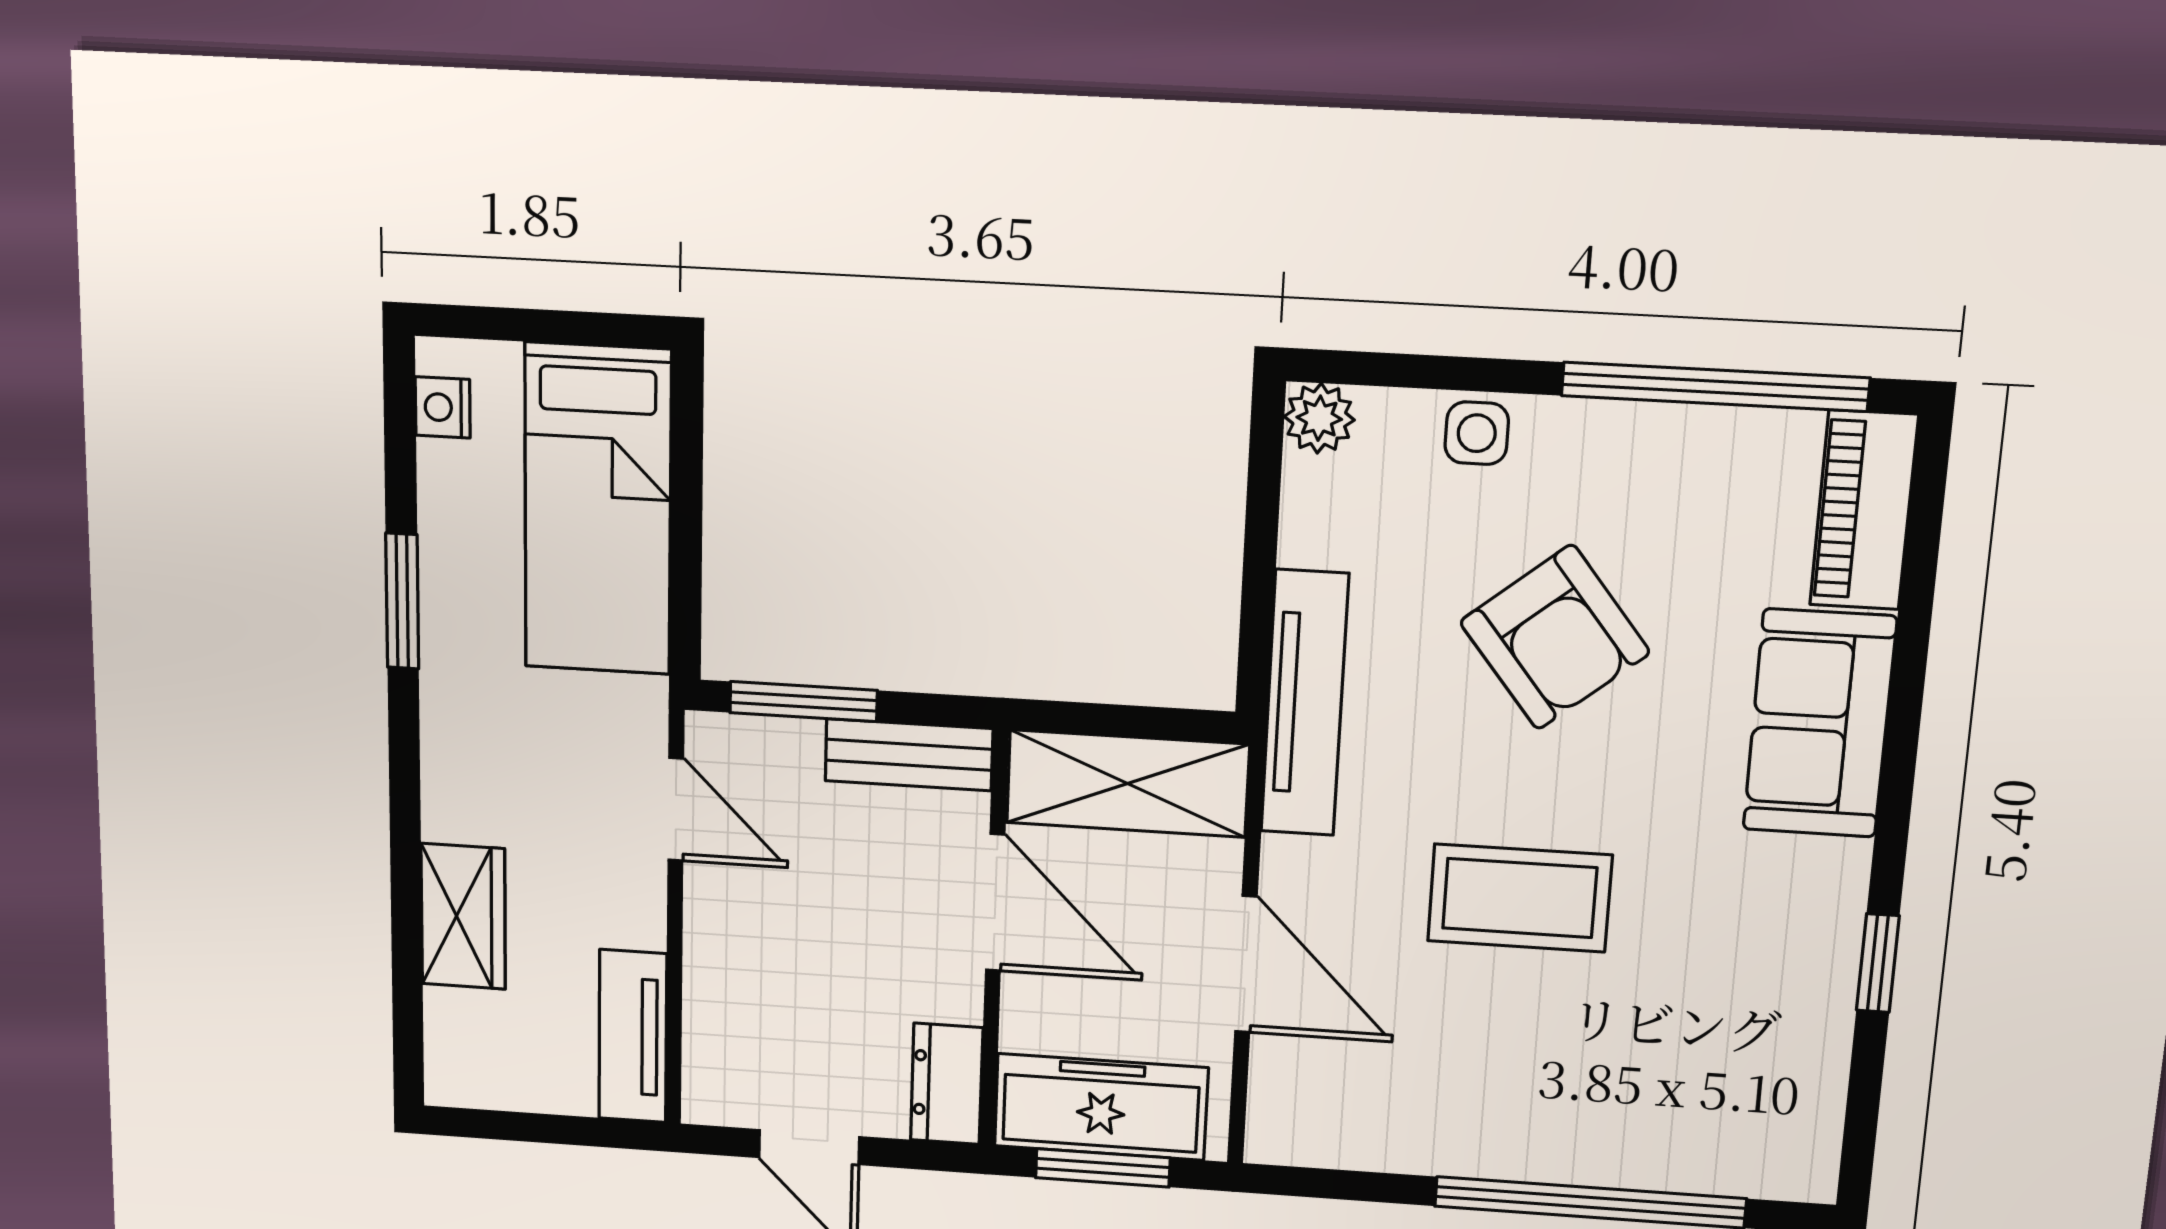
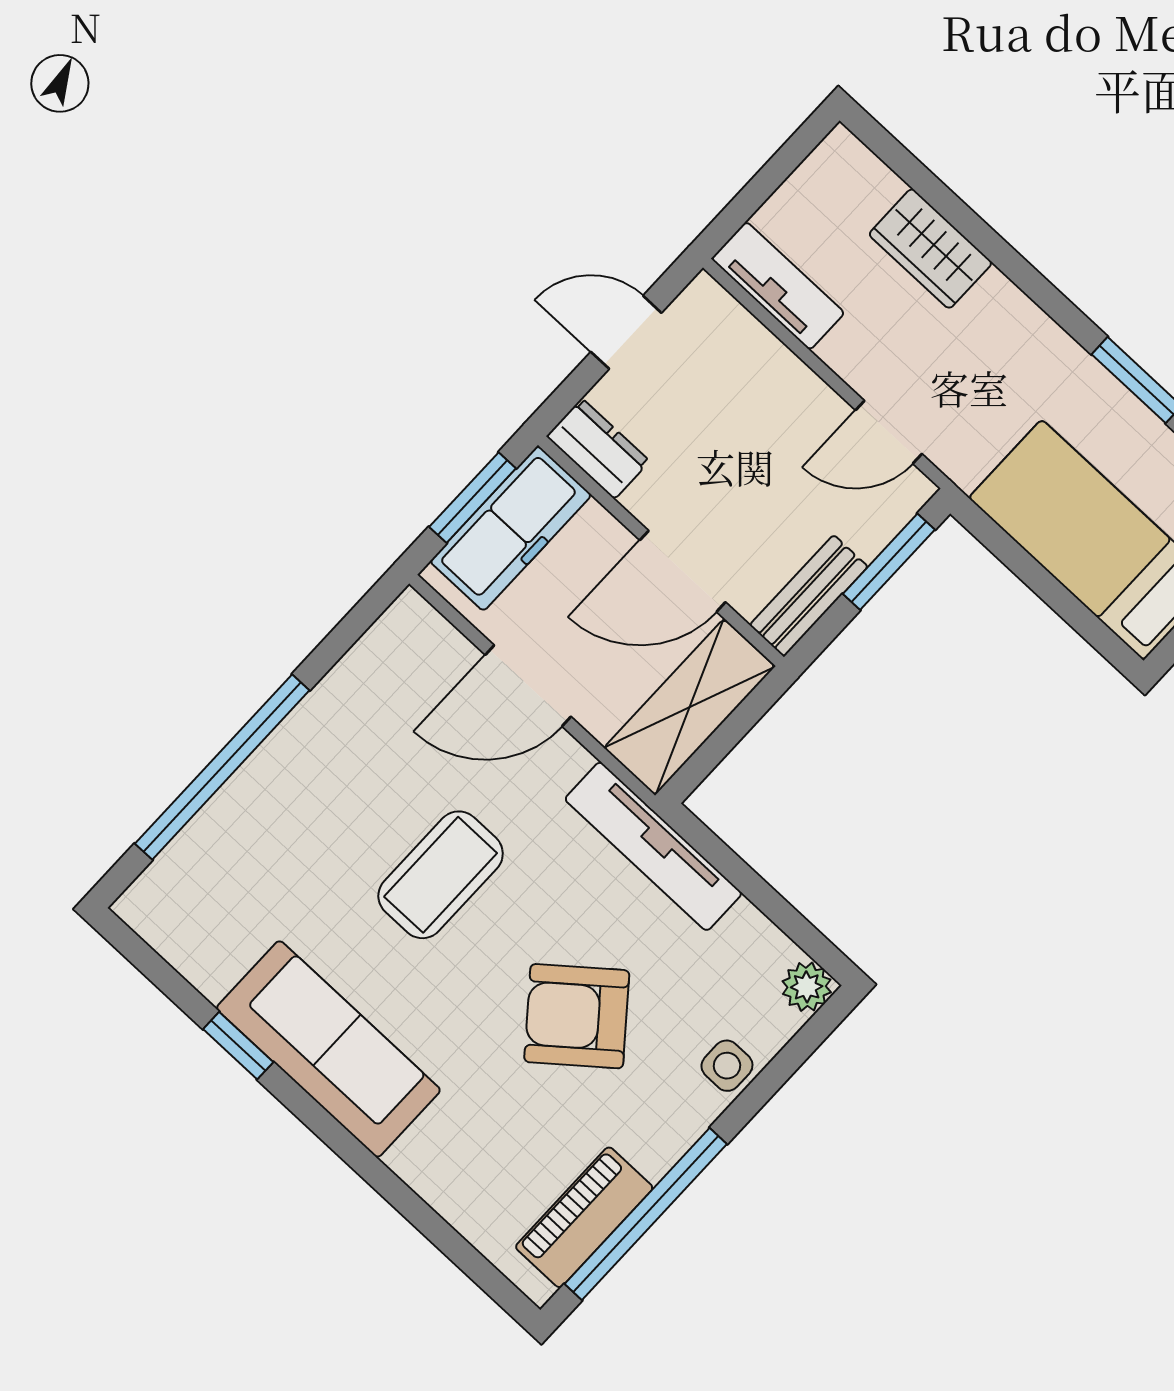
piano: (1864, 510) -> (584, 1217), moved, turned -90
sofa: (1820, 723) -> (328, 1049), moved, width x1.36

